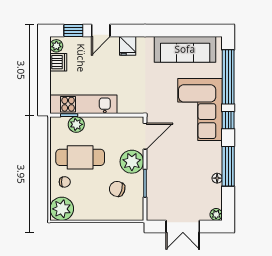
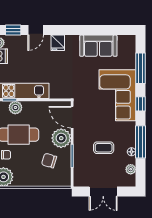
sofa: (185, 49) -> (98, 46), width x0.73
window: (228, 77) -> (141, 68), width x0.68
door: (145, 136) -> (72, 117), swing flipped
coffee table: (183, 173) -> (104, 148), added
plant: (216, 214) -> (131, 169), moved

